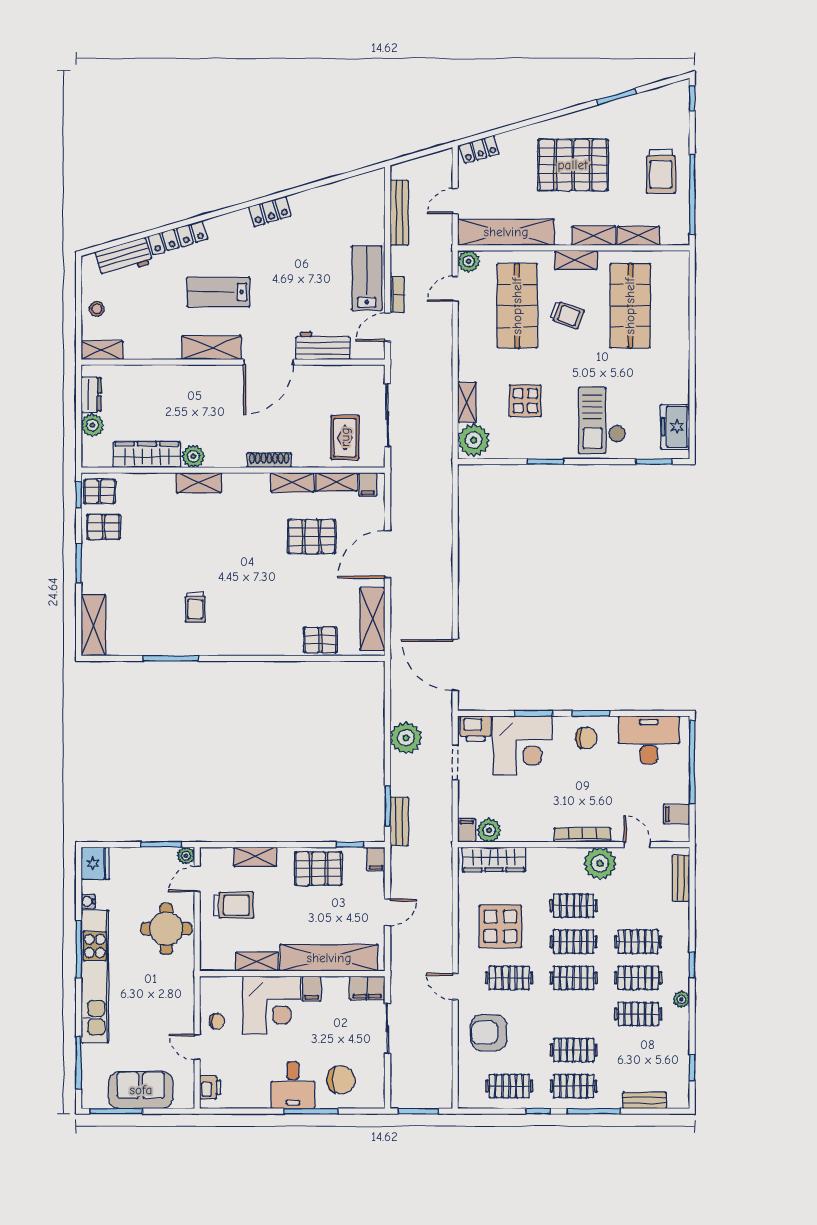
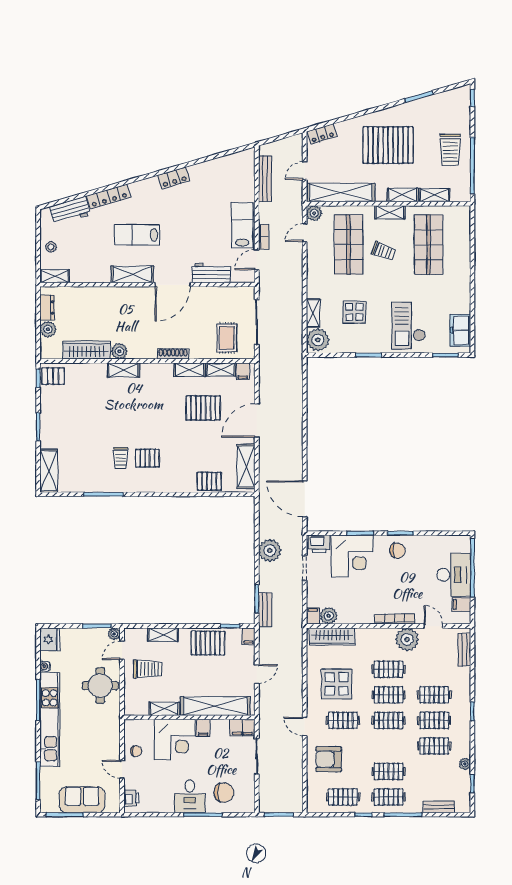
pallet: (104, 527) -> (147, 458), moved
desk: (649, 740) -> (454, 575), moved, turned 90
plant: (681, 999) -> (465, 764), moved

